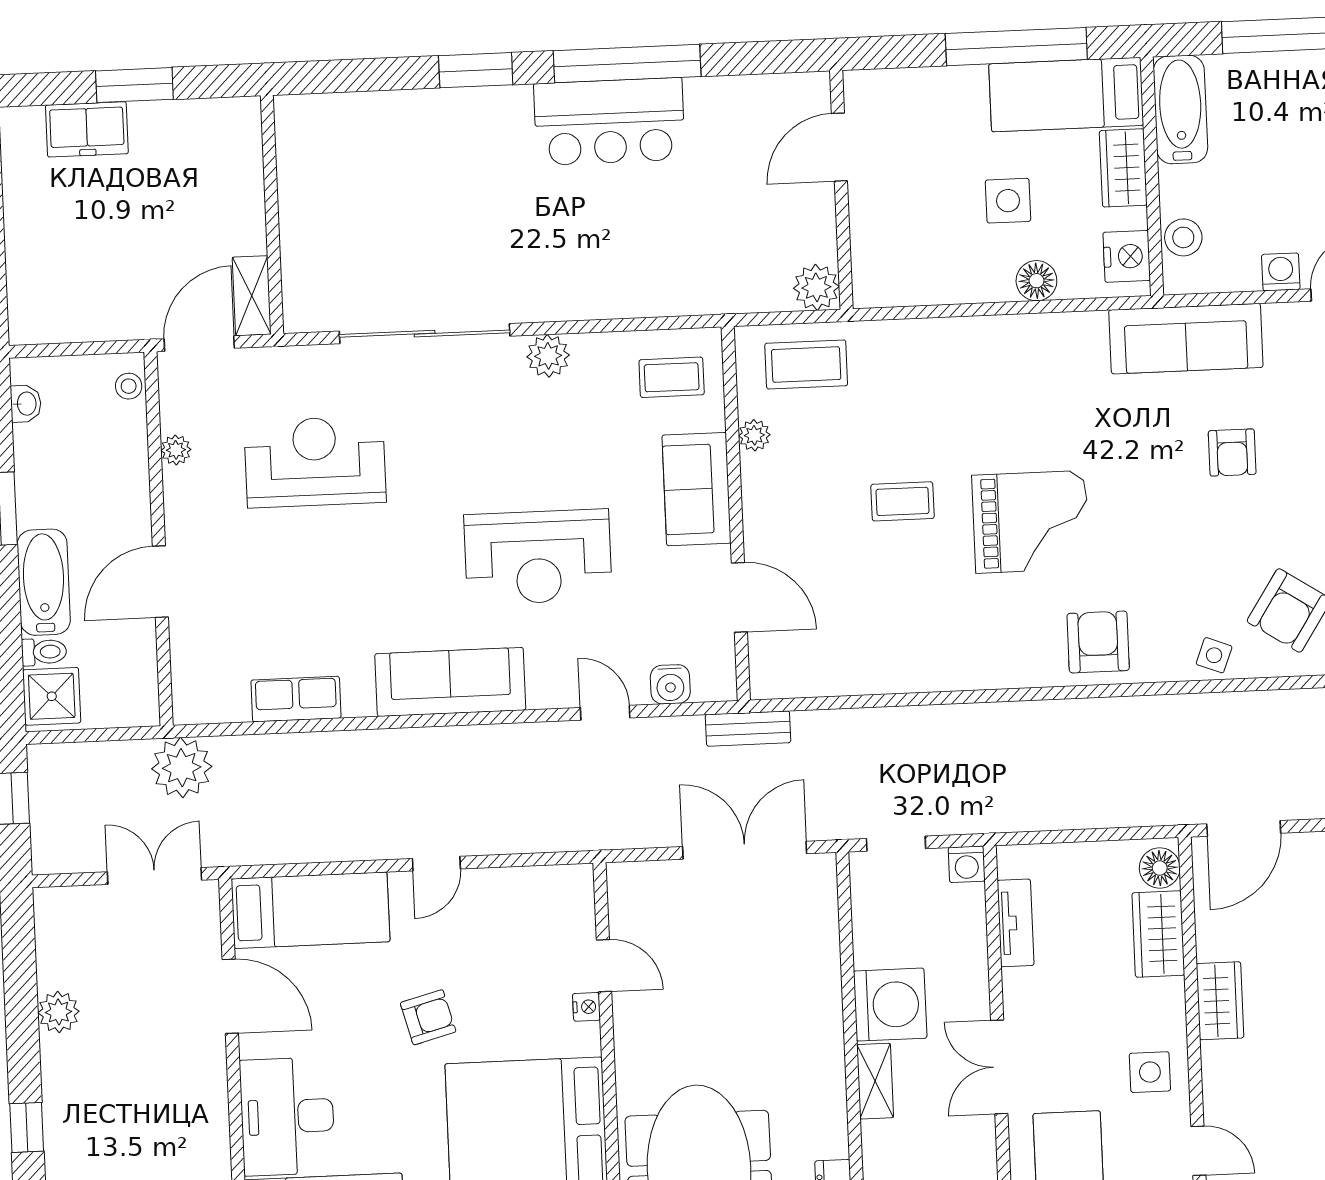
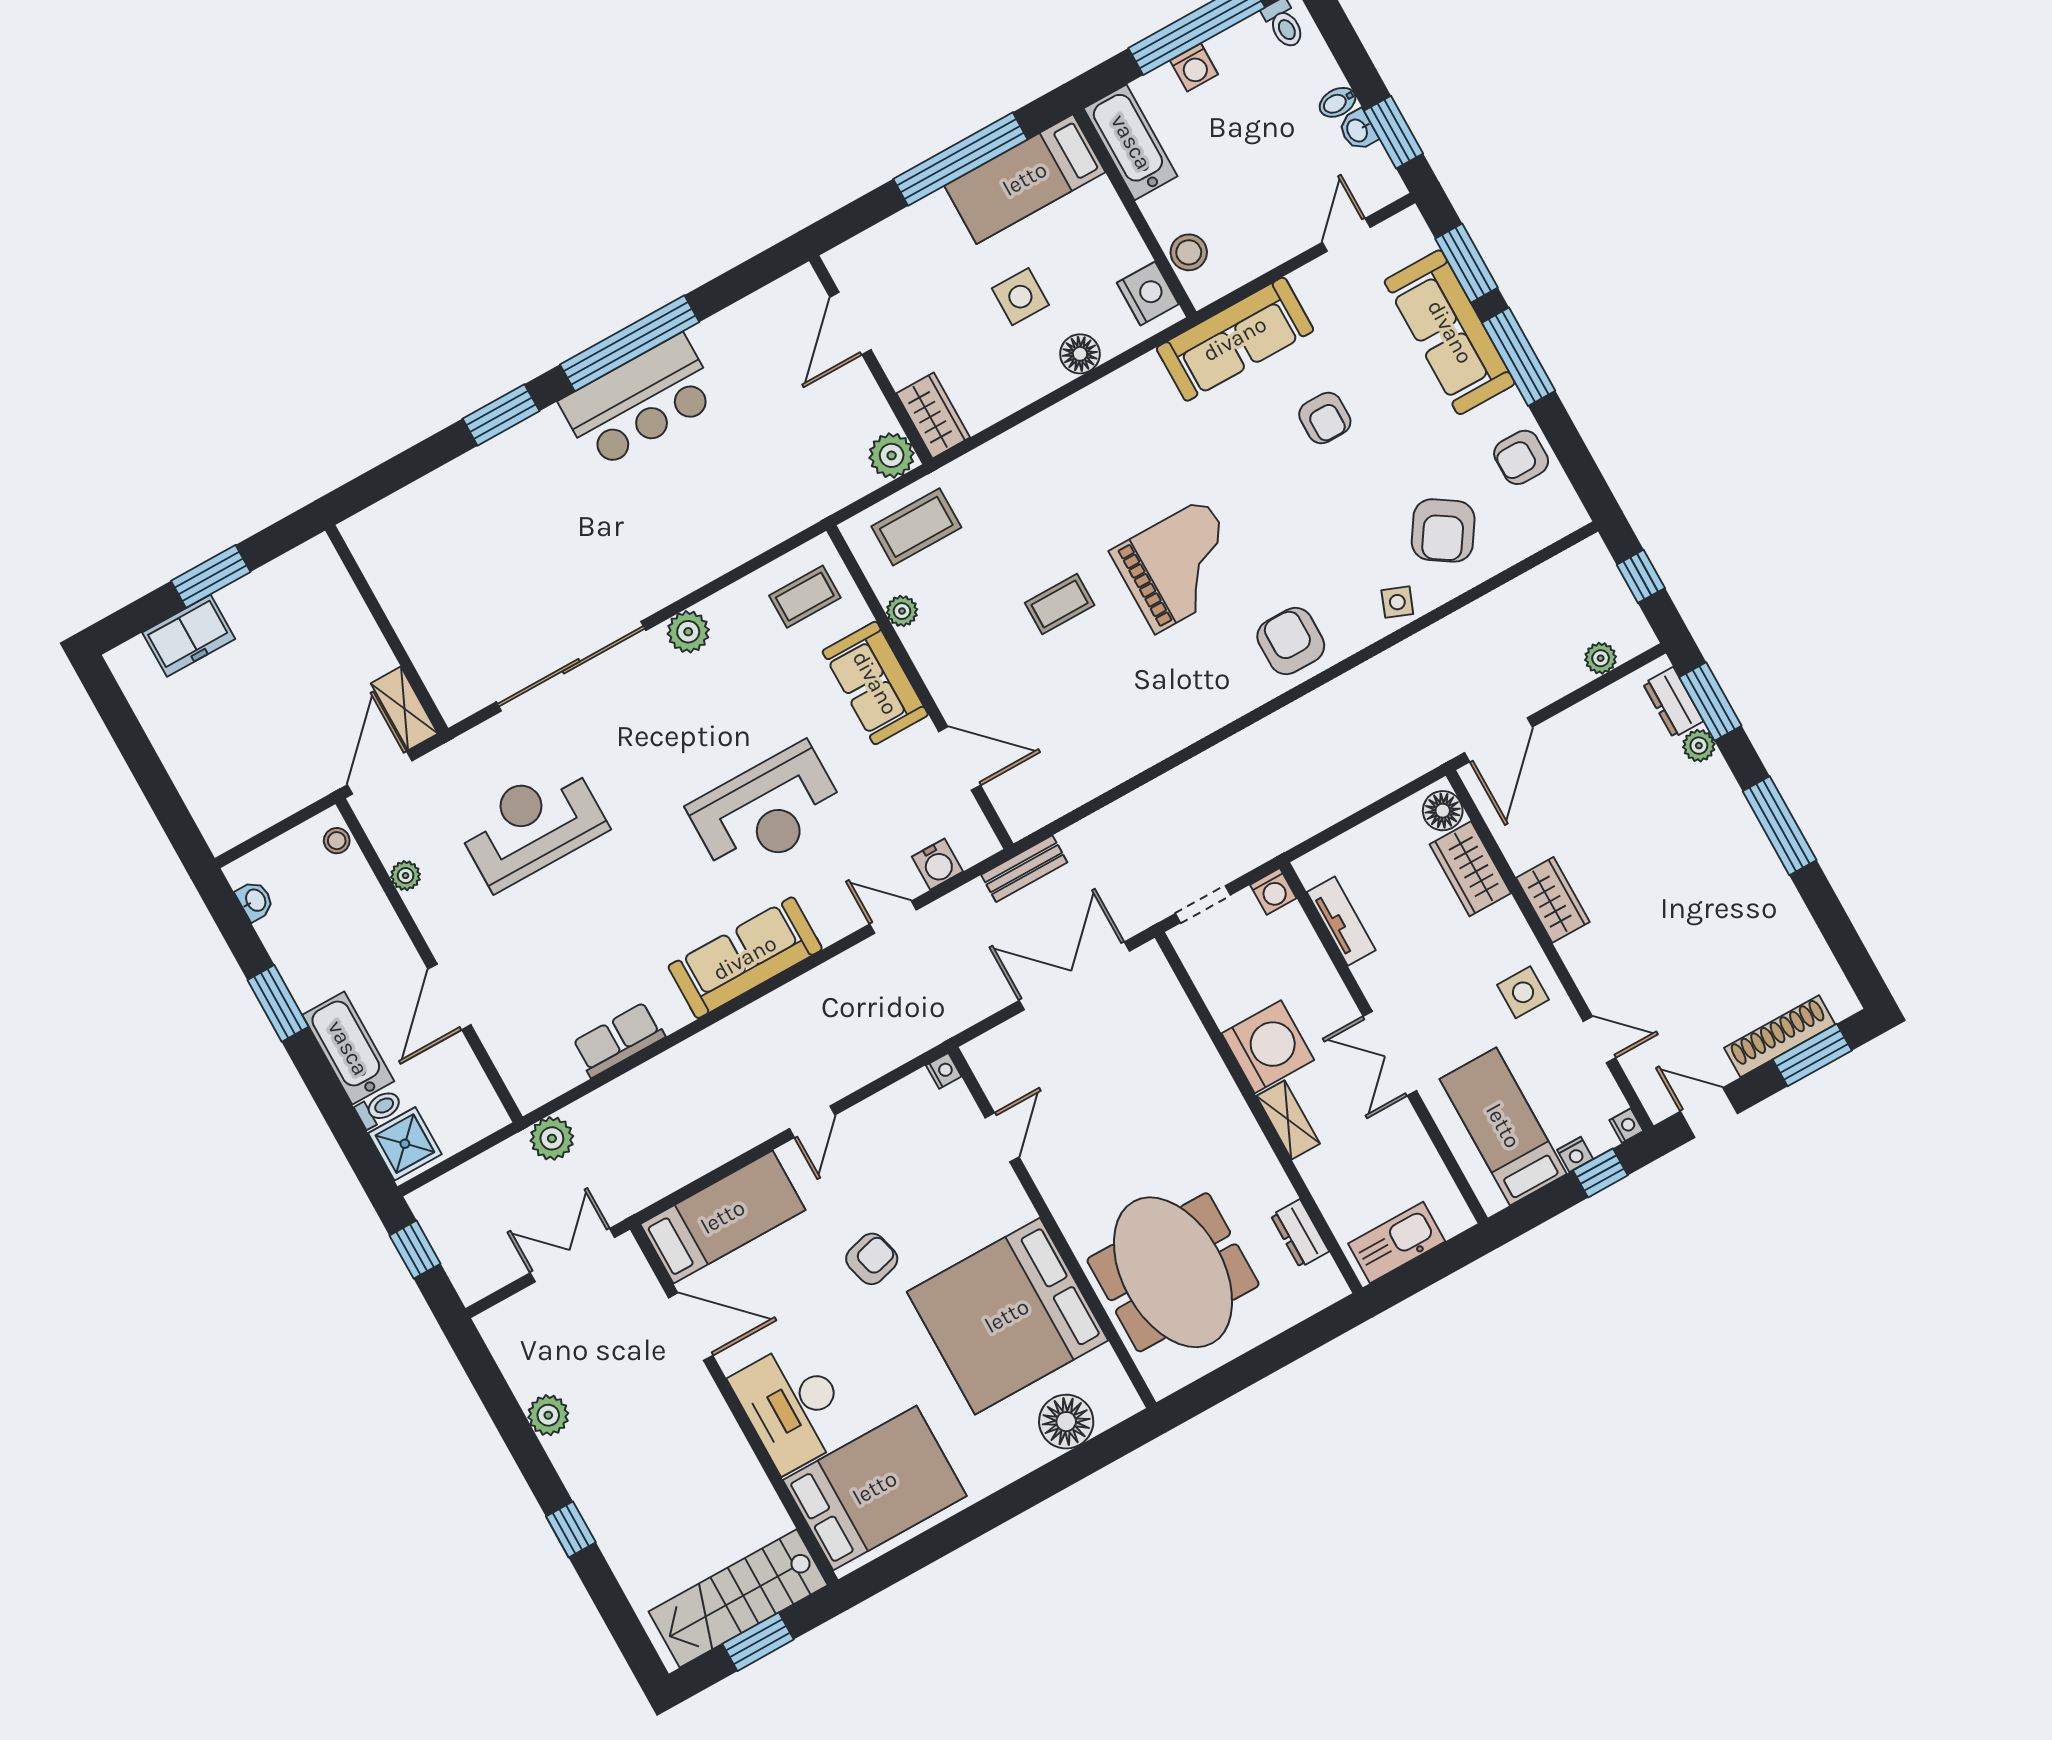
wardrobe: (1123, 168) -> (933, 415), moved, turned 180
washing machine: (1281, 272) -> (1194, 67), moved, turned 180
plant: (182, 768) -> (552, 1138), width x0.73, depth x0.73
door: (604, 966) -> (1002, 1137), hinge flipped
nightstand: (586, 1007) -> (944, 1071), moved

